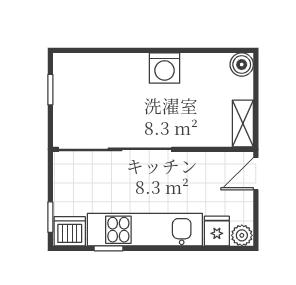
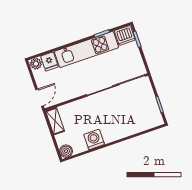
washing machine: (165, 68) -> (94, 139), moved

